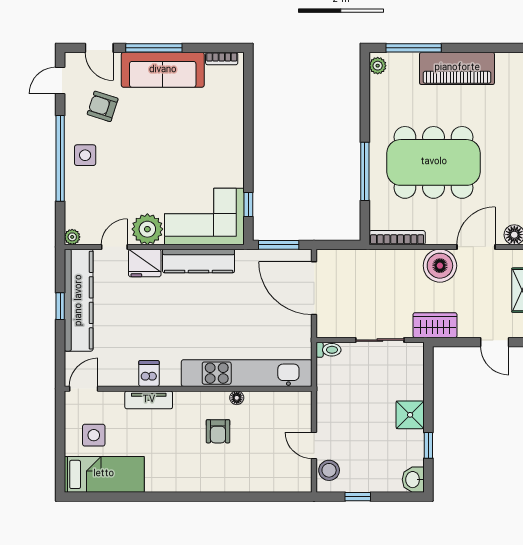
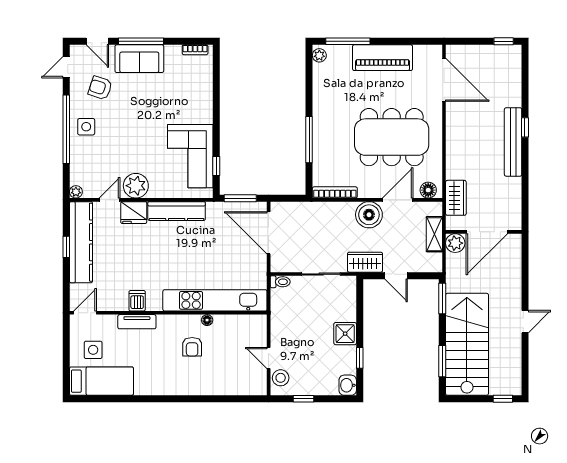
sofa: (163, 70) -> (139, 59), width x0.73
dining table: (434, 162) -> (392, 137), moved
corner sofa: (204, 216) -> (190, 156), moved, turned -90
door: (495, 342) -> (396, 276), moved

